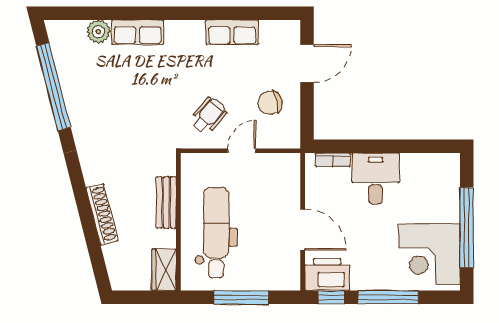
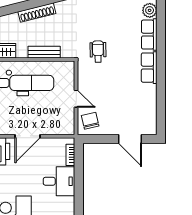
row of seats: (232, 32) -> (149, 68), moved
chair: (270, 103) -> (90, 121), moved
wheelchair: (209, 116) -> (98, 51), moved, turned -132

